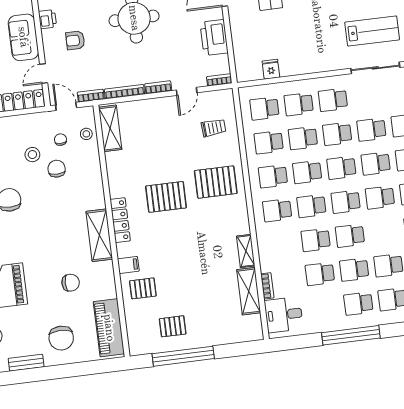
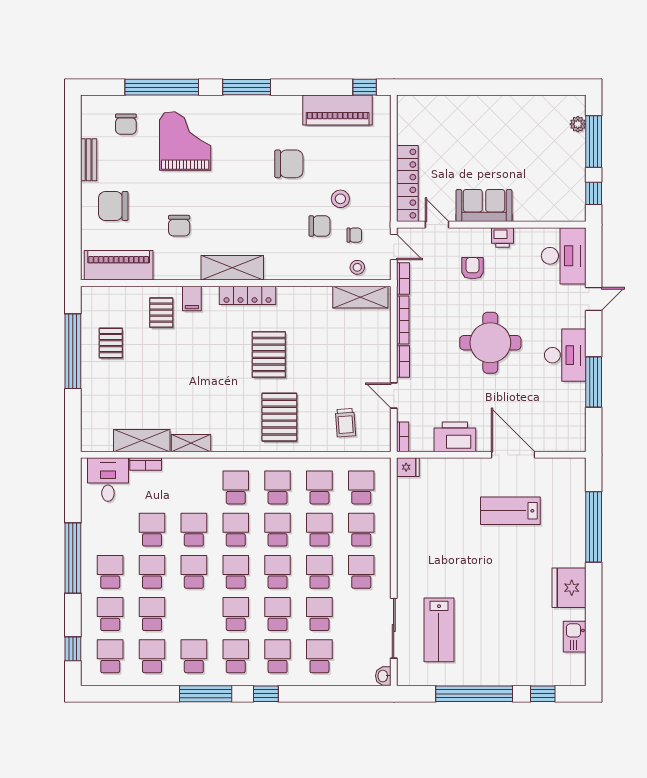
fridge: (271, 69) -> (408, 467), moved
door: (66, 106) -> (394, 247), hinge flipped

